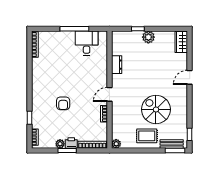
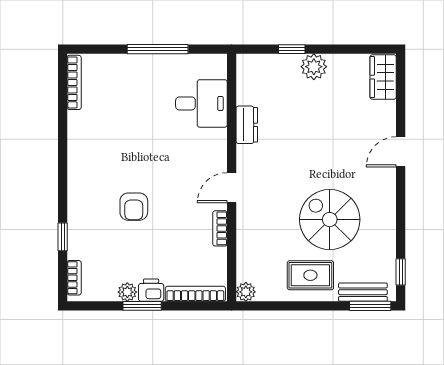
desk: (87, 43) -> (201, 103), moved, turned 90

